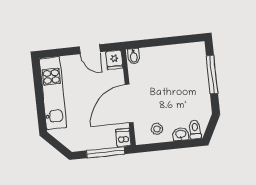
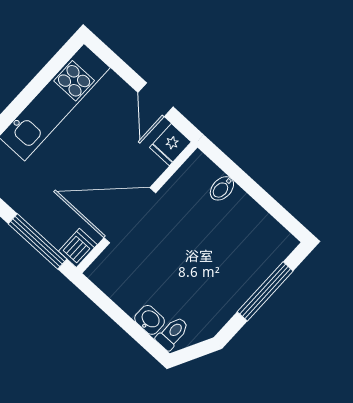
bidet: (134, 56) -> (222, 188), moved
stool: (157, 129) -> (129, 282), removed

